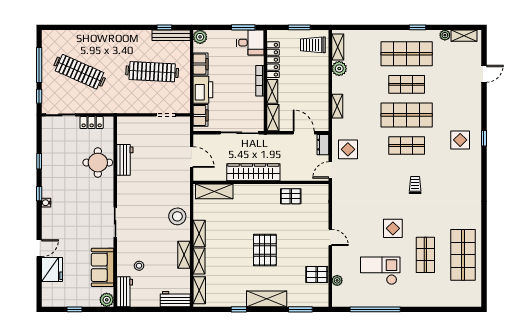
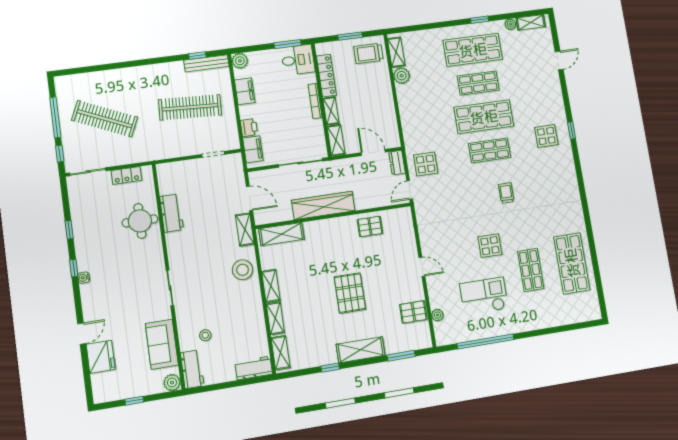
printer: (203, 90) -> (249, 128), width x0.53, depth x0.68
shelving: (337, 106) -> (406, 117), removed
shelving: (184, 255) -> (245, 230), moved

